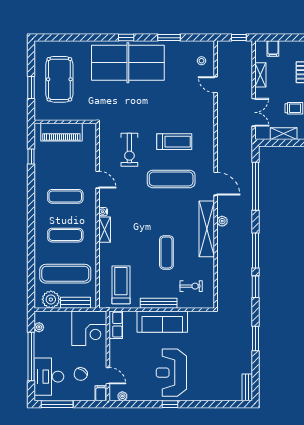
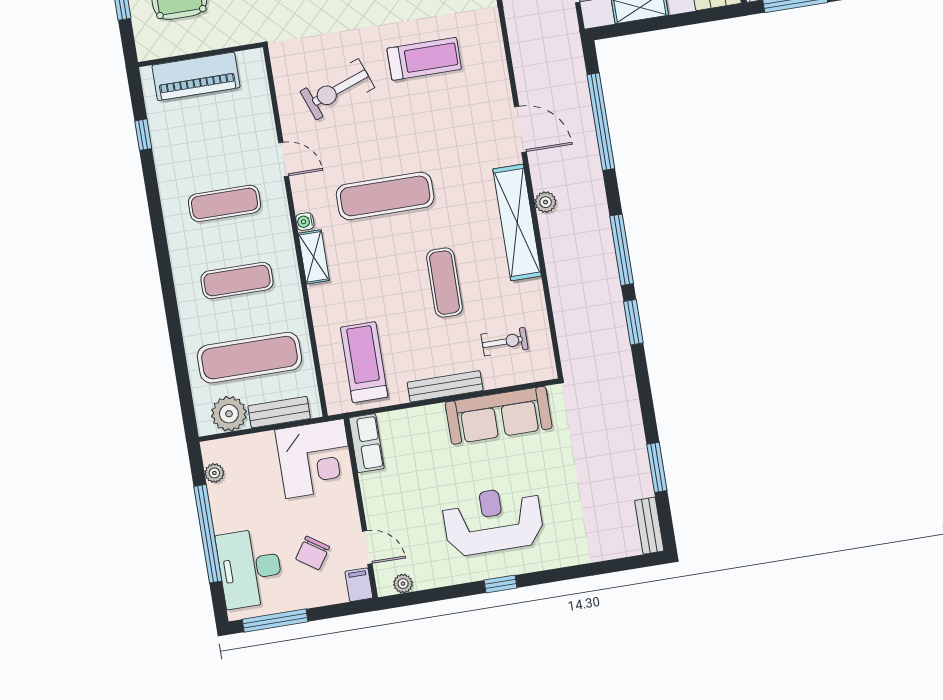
exercise bike: (129, 150) -> (337, 89), turned 70
exercise mat: (171, 179) -> (385, 196), moved
sofa: (162, 322) -> (499, 415), moved
window: (256, 338) -> (657, 467), moved
reception desk: (171, 373) -> (493, 521), turned 90

